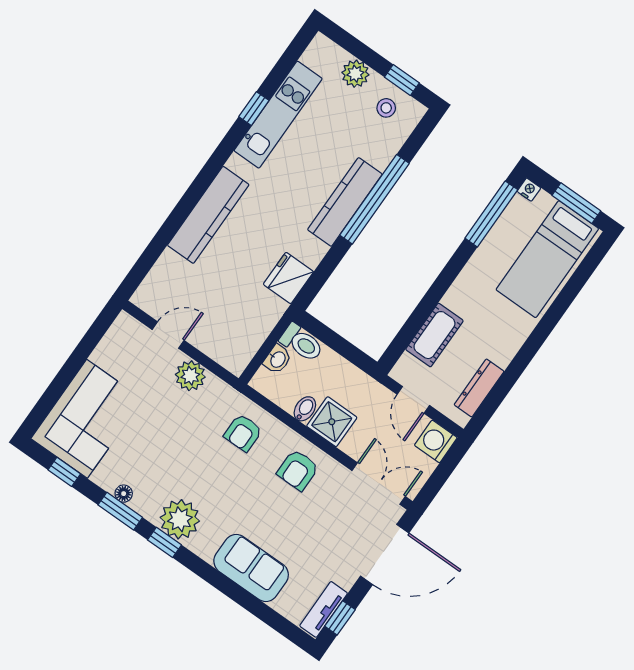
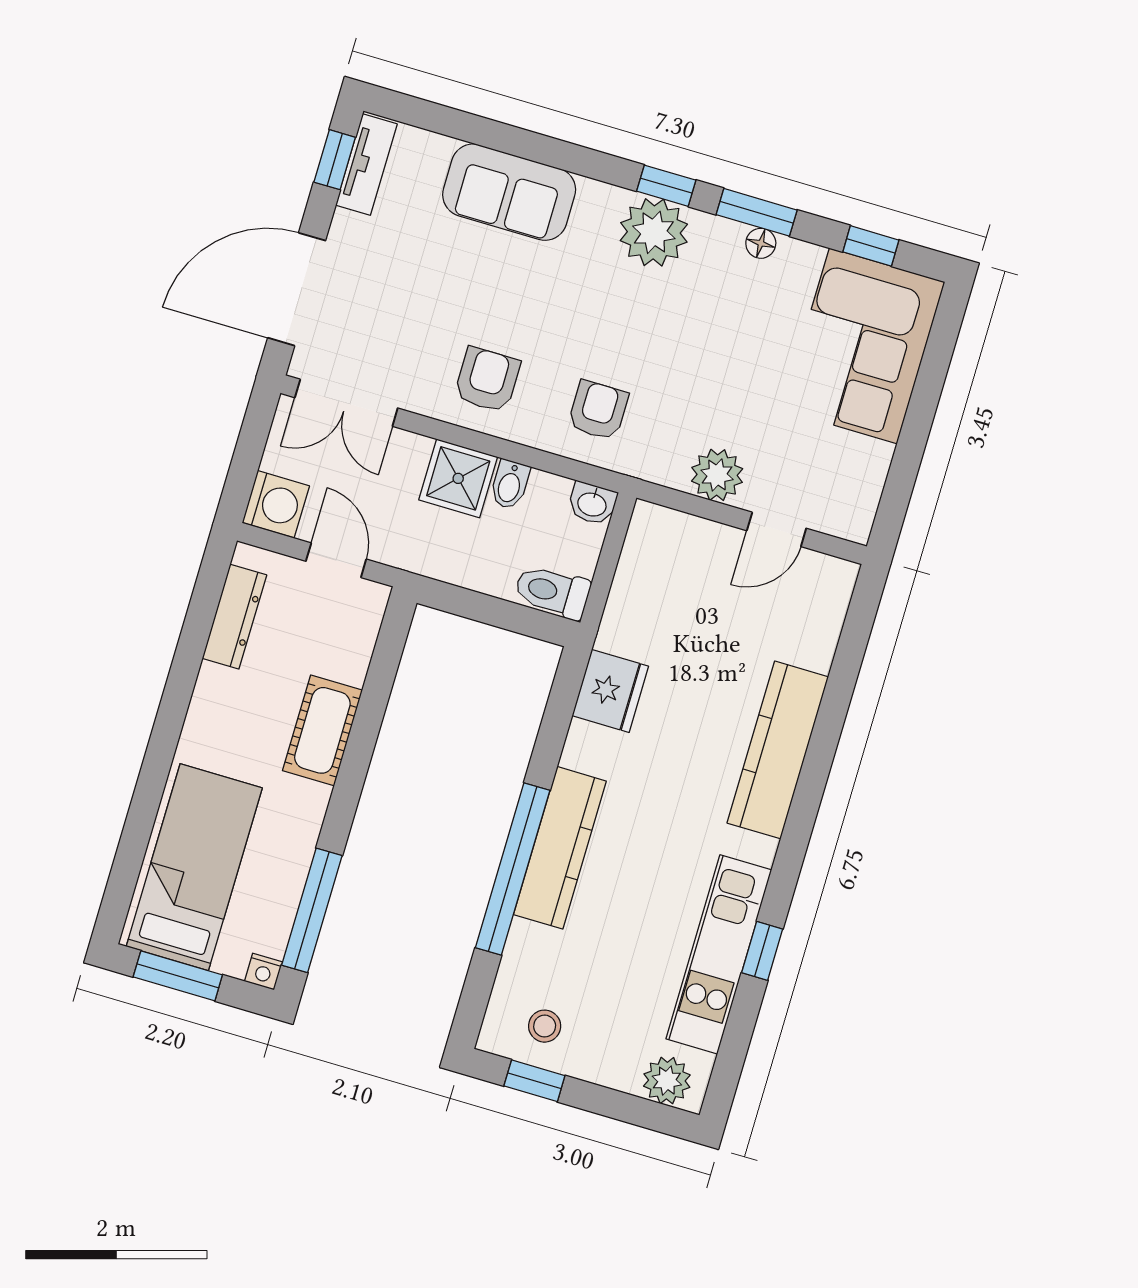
plant: (355, 74) -> (667, 1081), moved
cot: (434, 335) -> (322, 730), moved
washbasin: (277, 359) -> (592, 503), moved, turned -90

